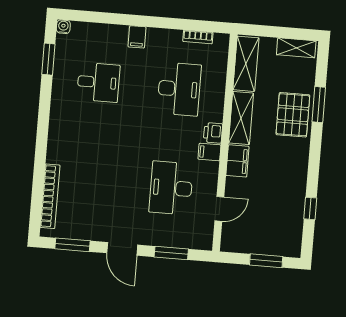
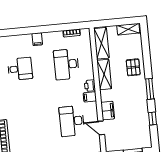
desk: (179, 89) -> (66, 64), turned 180
window: (319, 105) -> (150, 89), moved
pallet: (293, 115) -> (133, 67), width x0.67, depth x0.71
filing cabinet: (237, 161) -> (108, 111), moved
door: (219, 209) -> (101, 128), swing flipped

